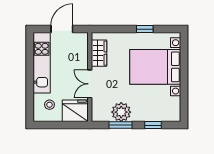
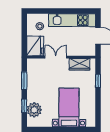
window: (145, 29) -> (98, 81), moved
bed with nightstands: (155, 67) -> (69, 108), width x0.73
plant: (121, 112) -> (34, 110), moved

